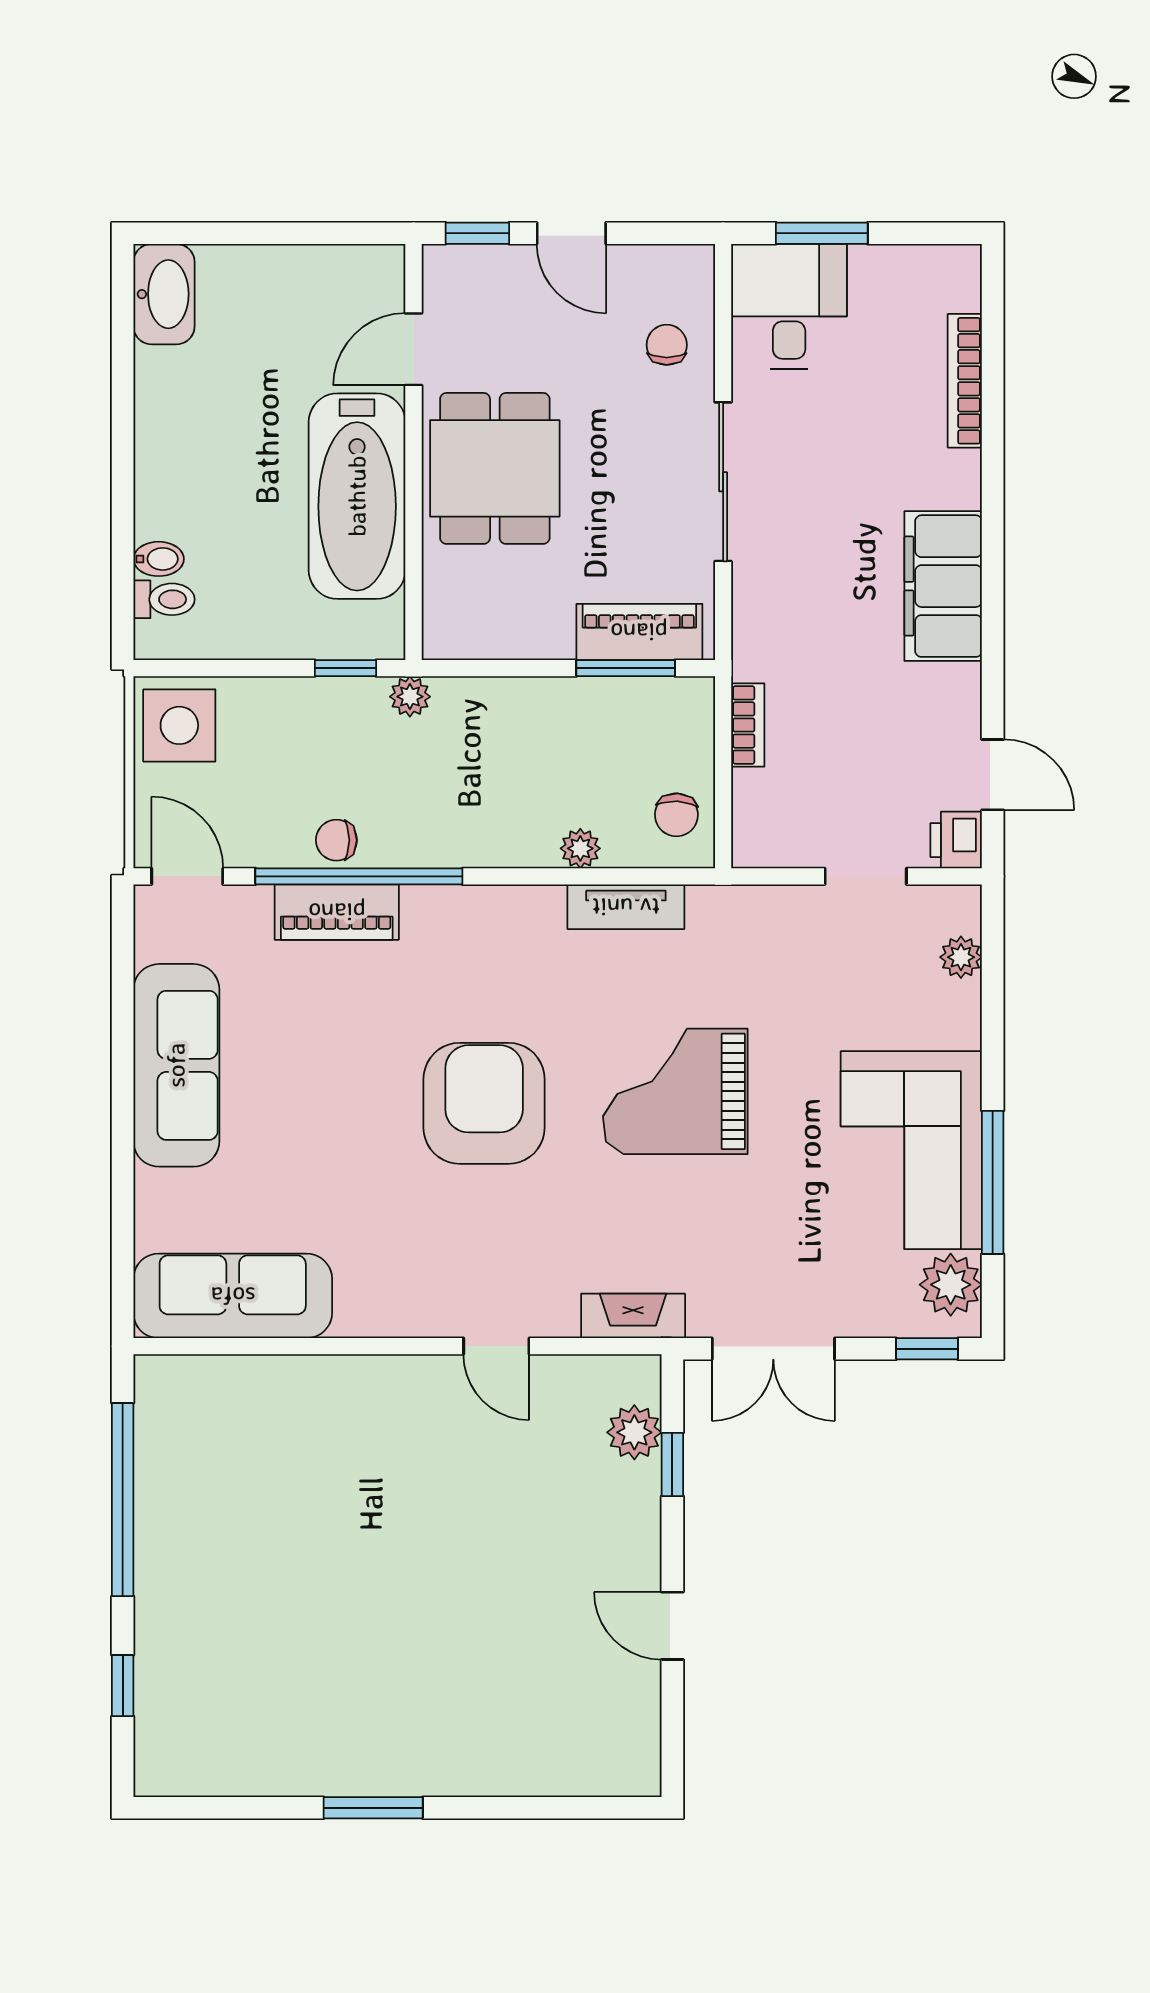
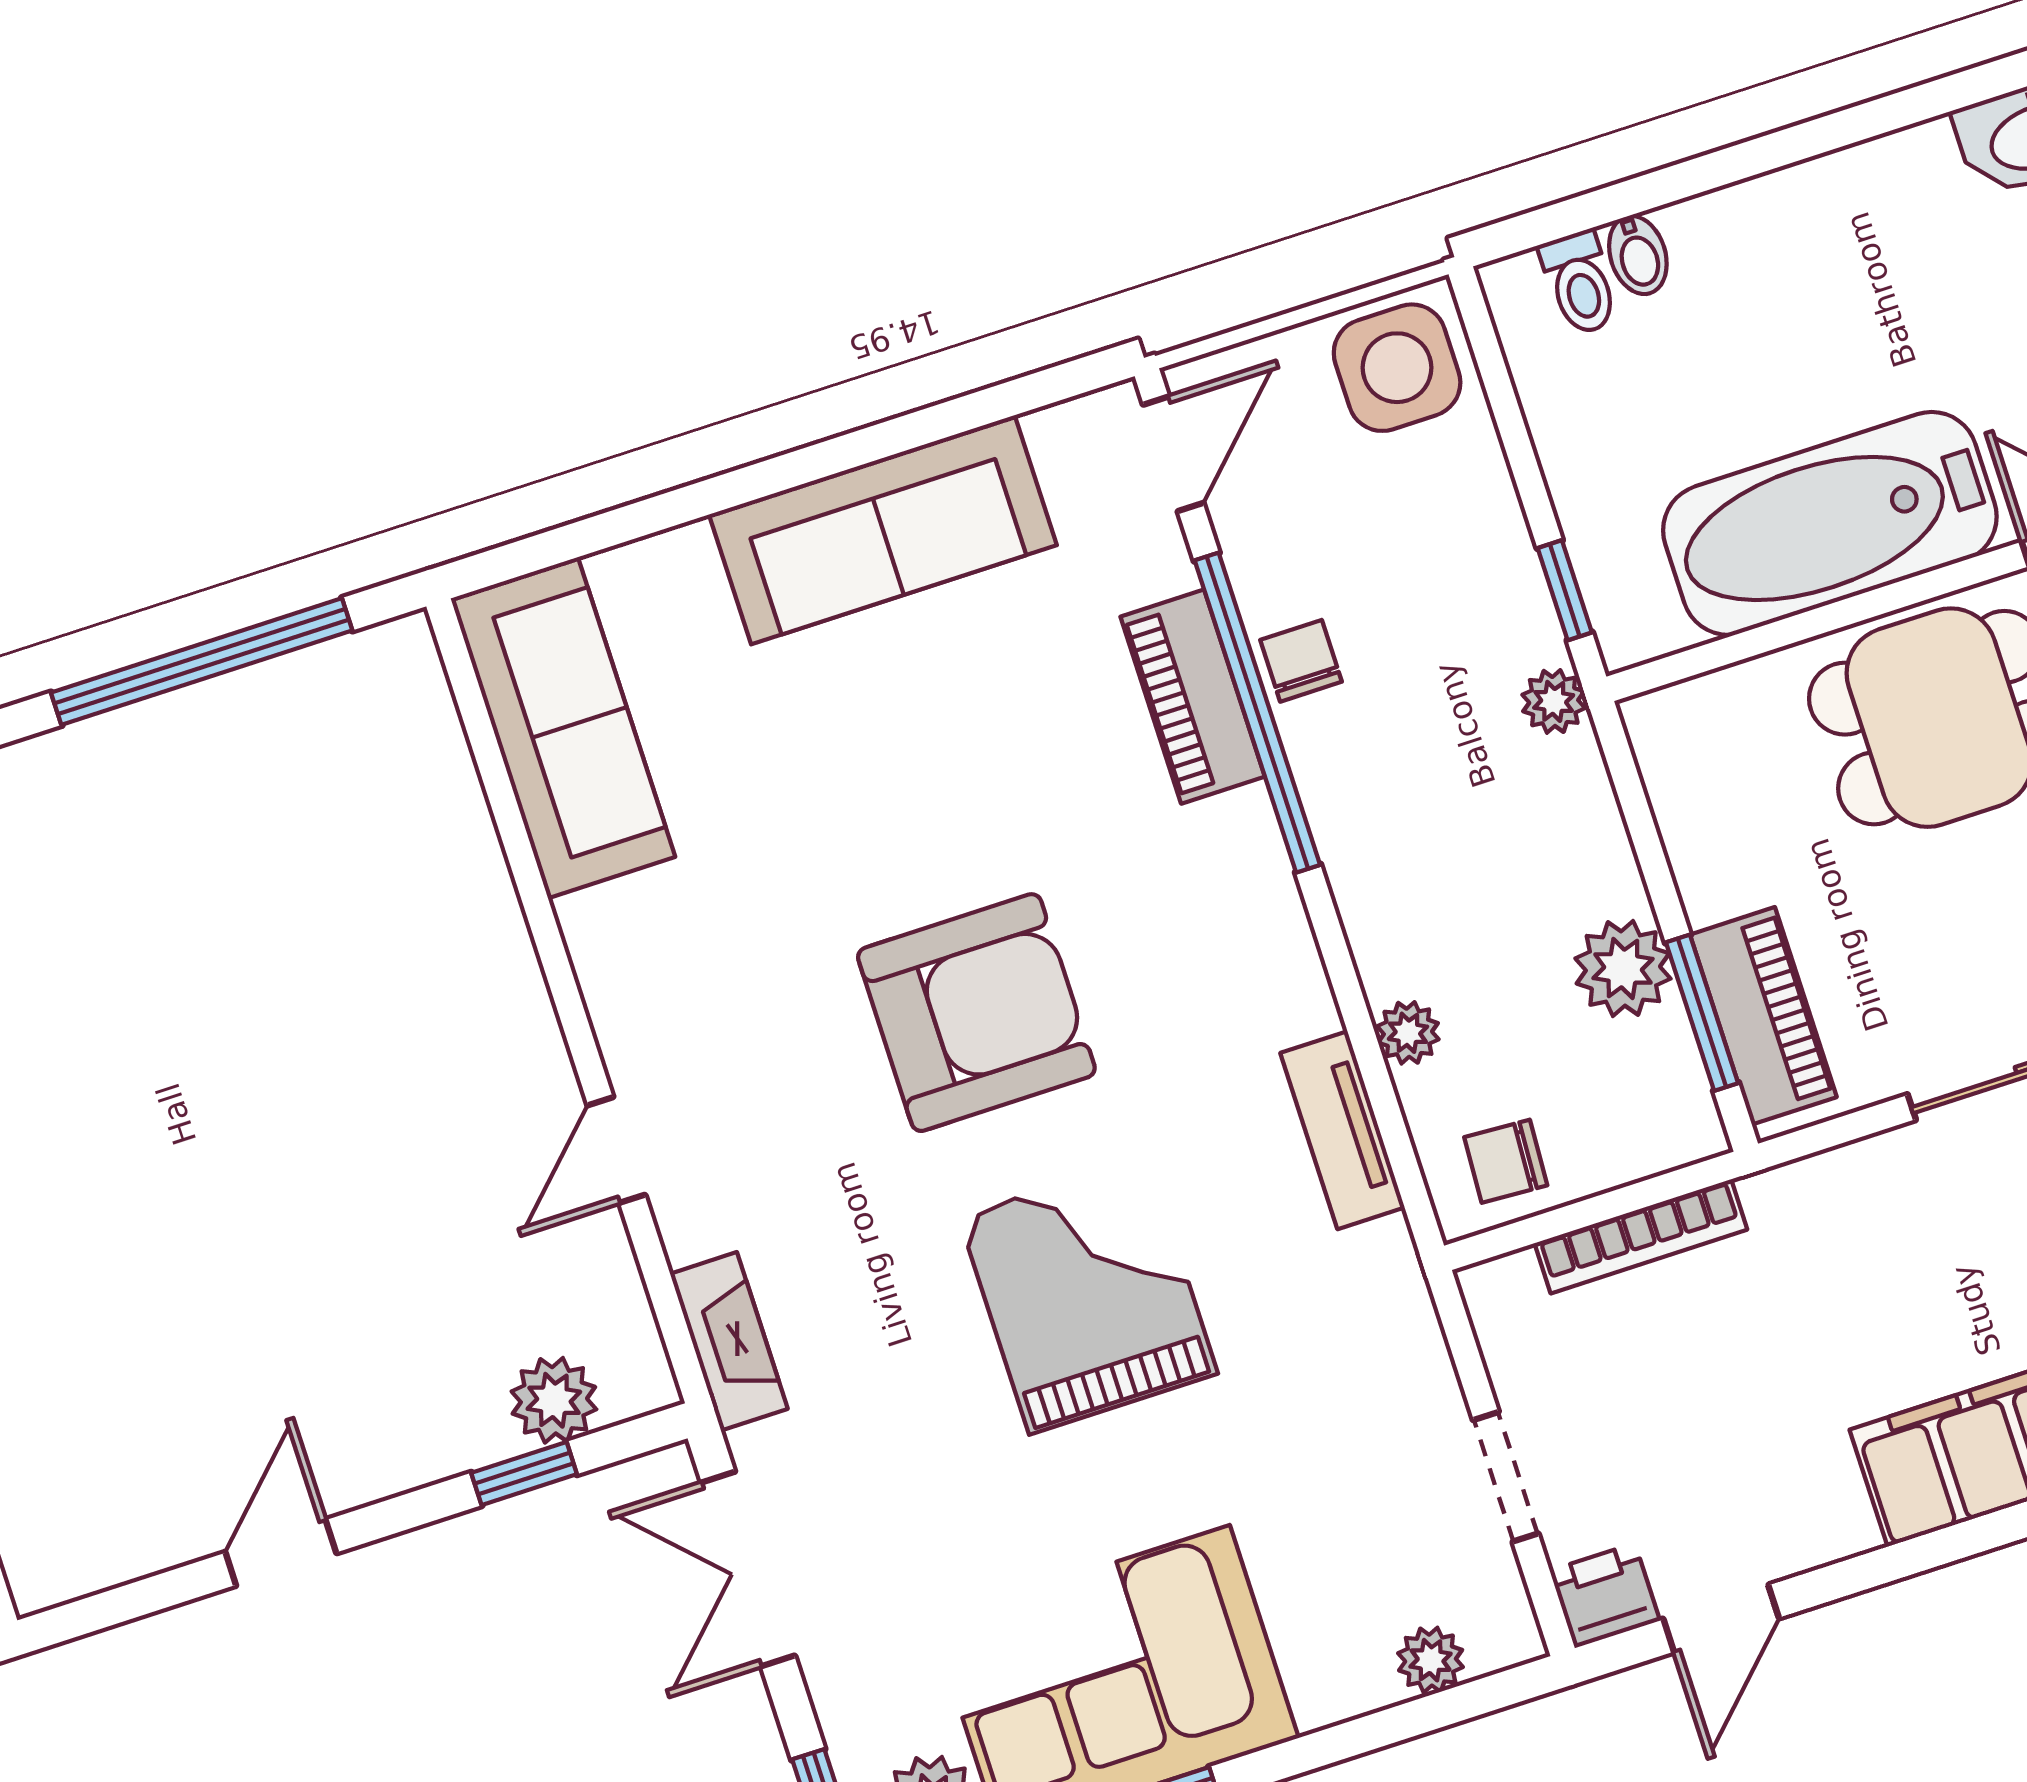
plant: (584, 707) -> (1623, 968), added
bookcase: (748, 725) -> (1641, 1236), width x1.56

